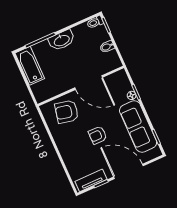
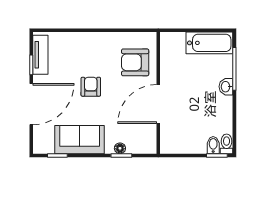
washbasin: (62, 40) -> (226, 87), width x0.52, depth x0.69
bidet: (107, 47) -> (213, 145), moved
armchair: (67, 112) -> (135, 62), turned -102
sofa: (138, 126) -> (80, 140), width x0.73

